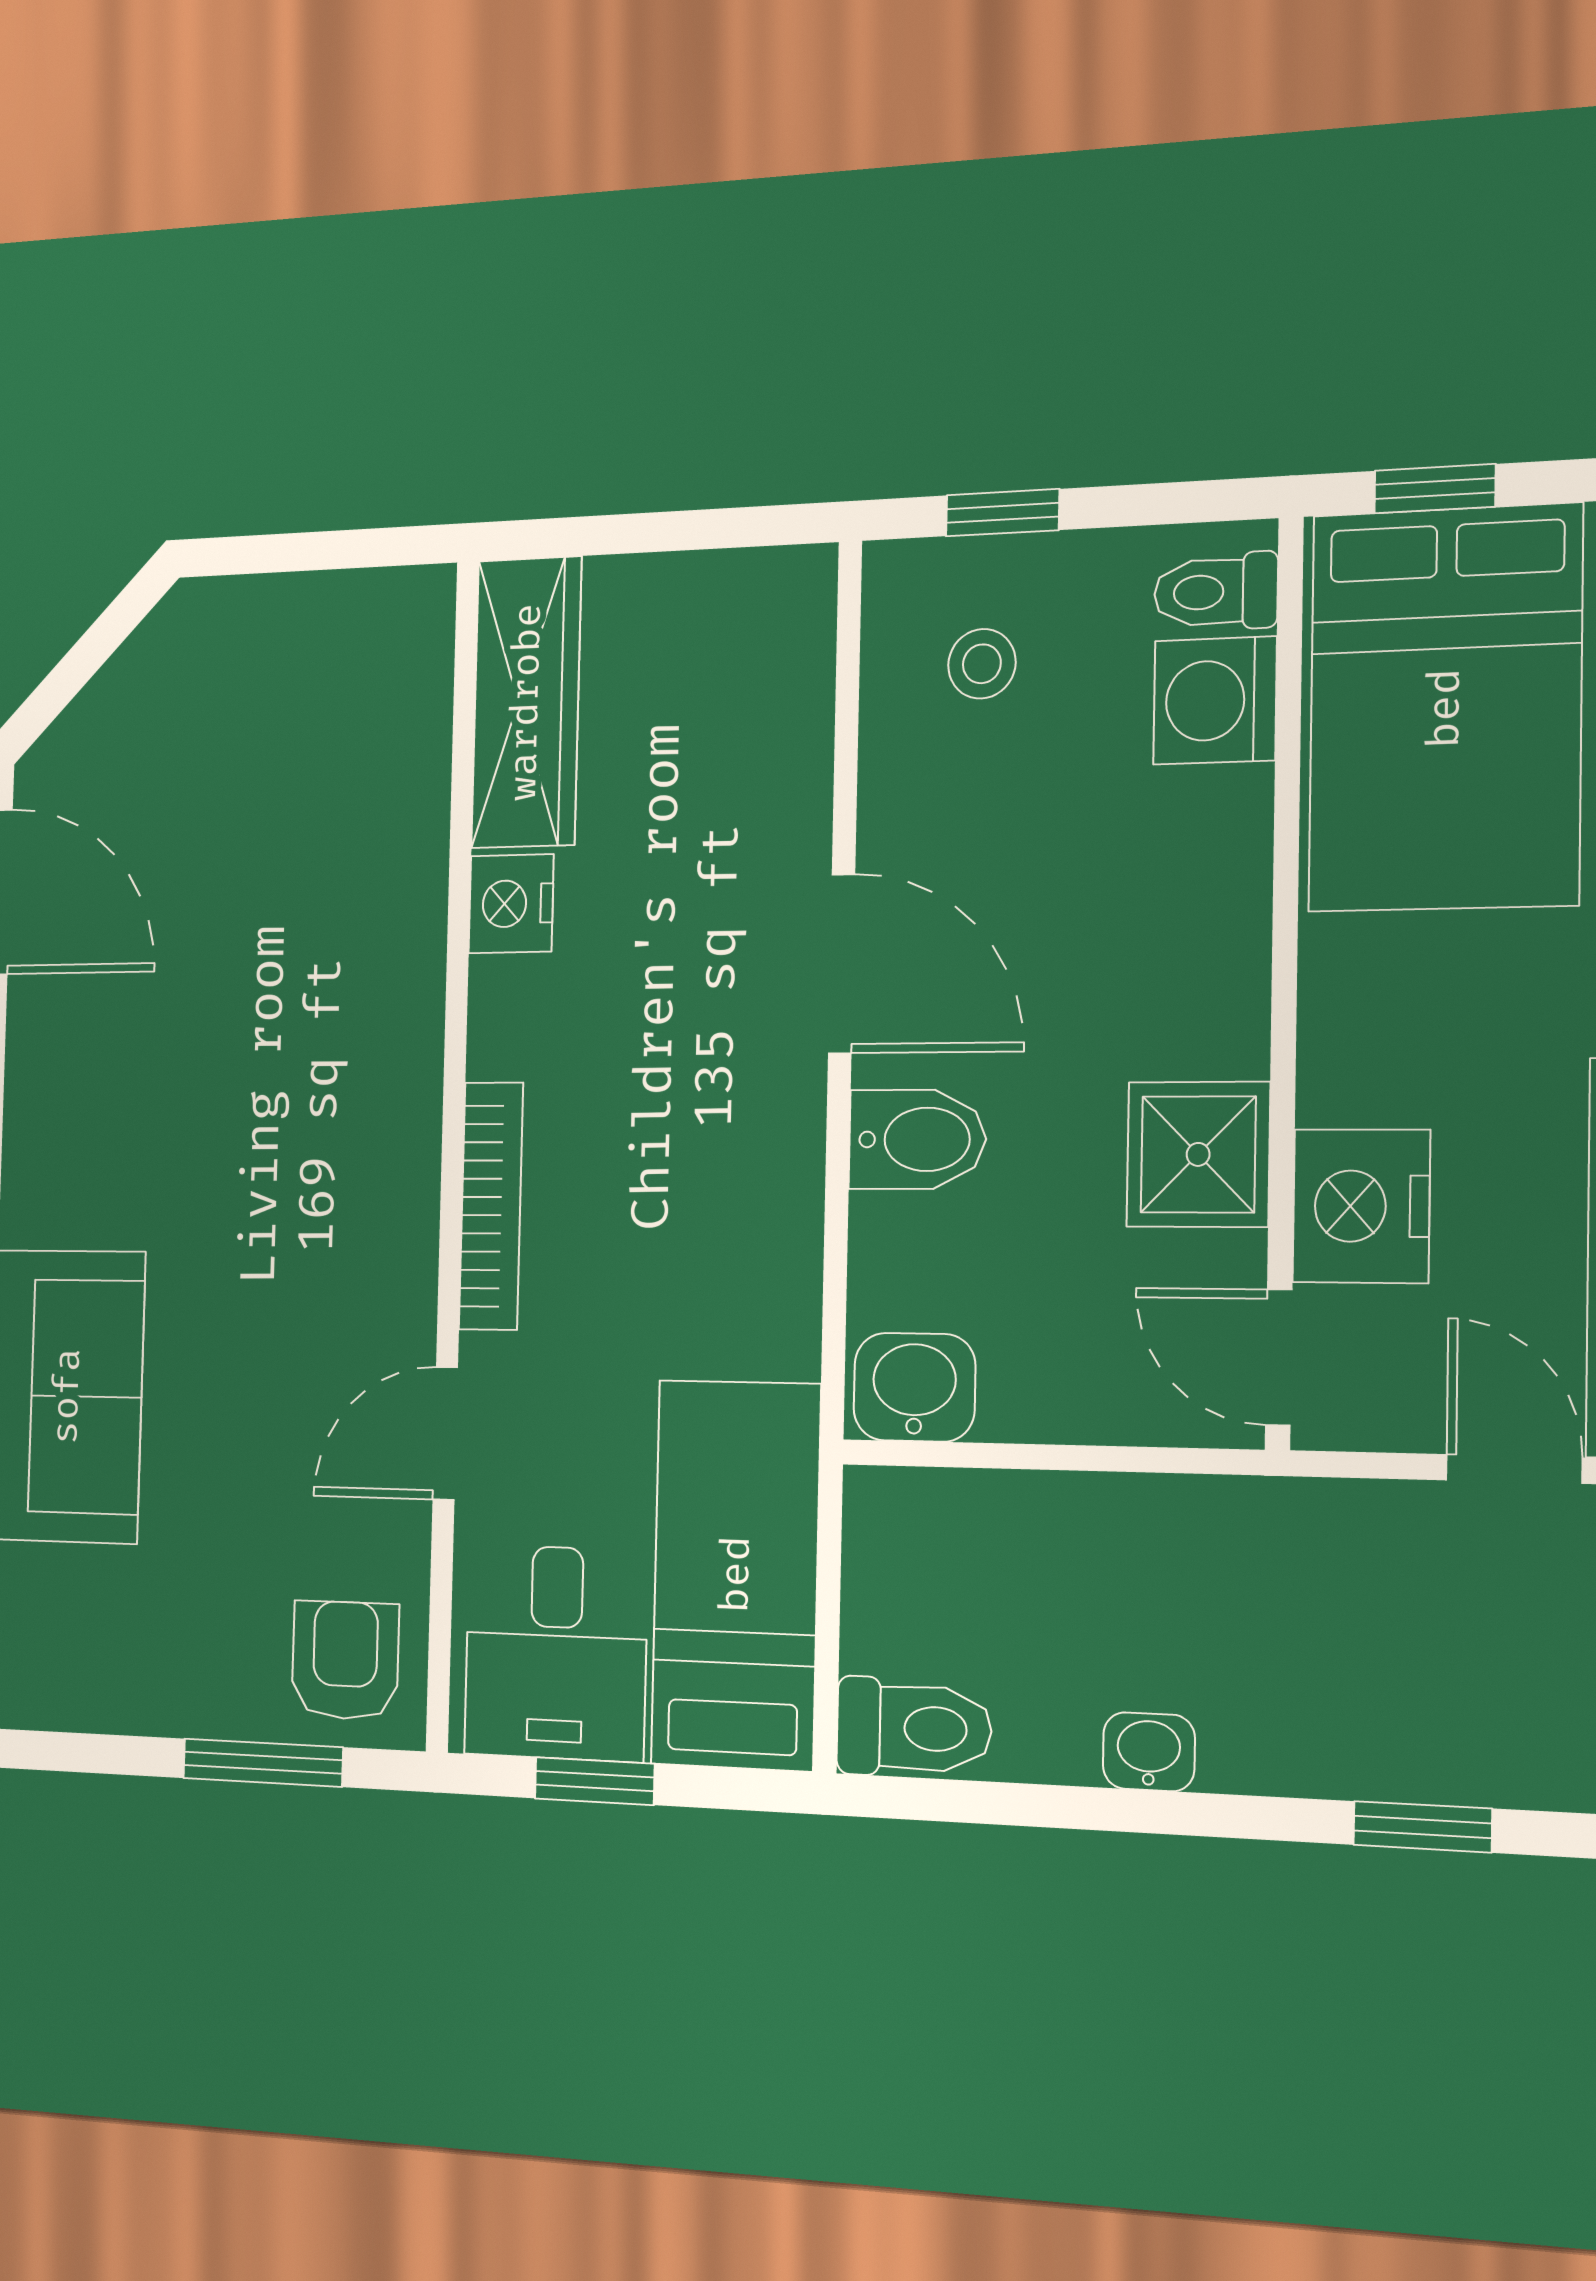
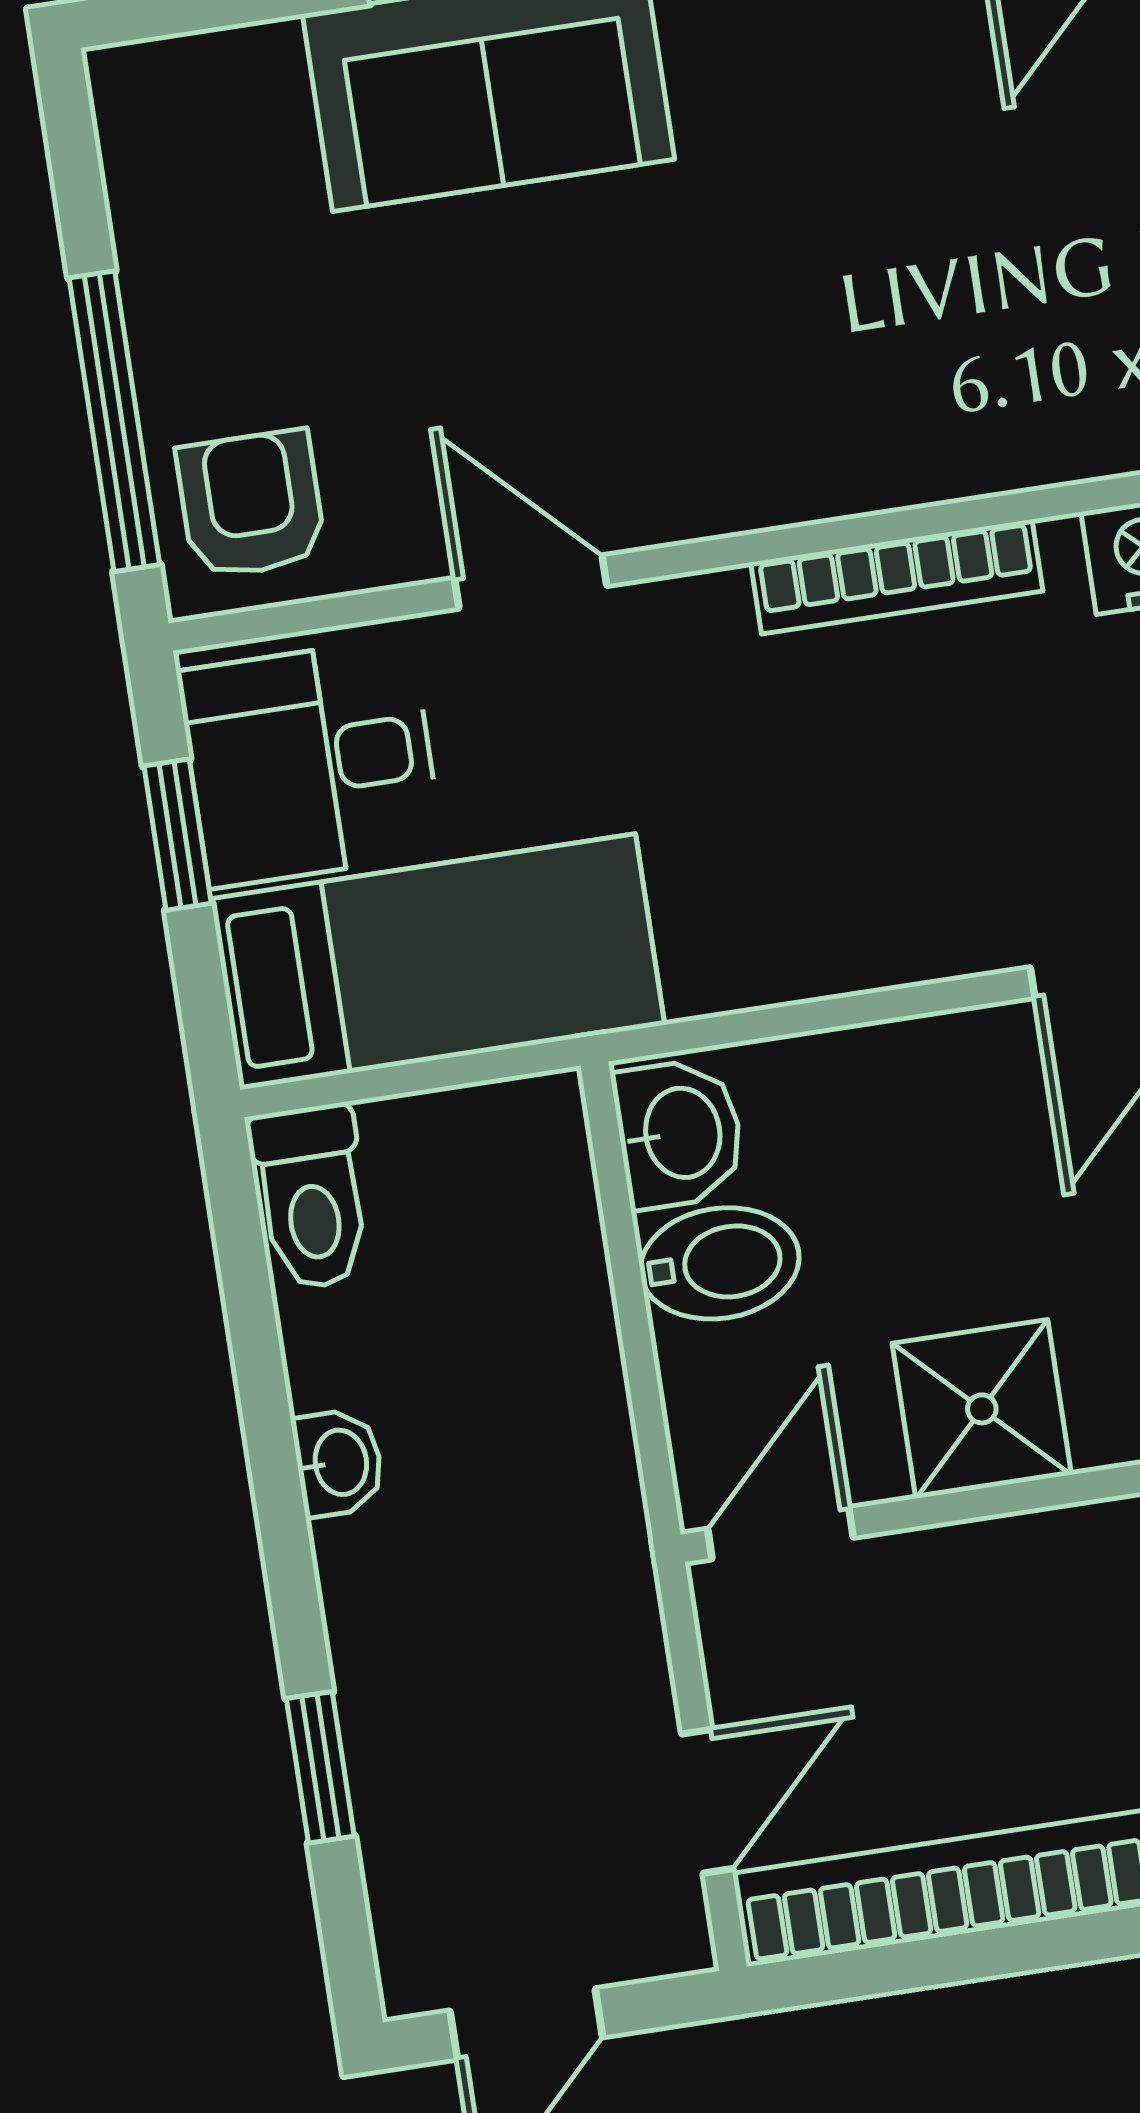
bidet: (917, 1139) -> (720, 1263), moved, turned -90
bookcase: (491, 1206) -> (897, 577), moved
nightstand: (1361, 1206) -> (954, 1595), removed
armchair: (345, 1660) -> (251, 504), turned -90
window: (263, 1763) -> (114, 421), width x1.44

